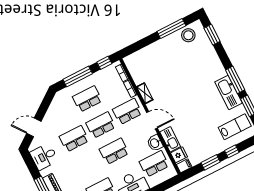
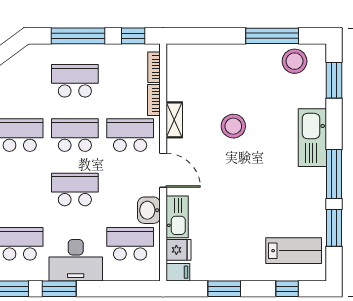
stool: (175, 82) -> (233, 126), added
kitchen sink: (228, 92) -> (312, 138), moved
window: (232, 151) -> (287, 289), moved

